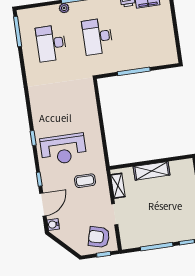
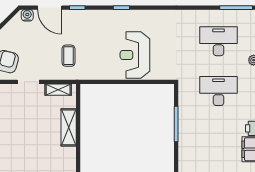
reception desk: (63, 149) -> (135, 55), moved

